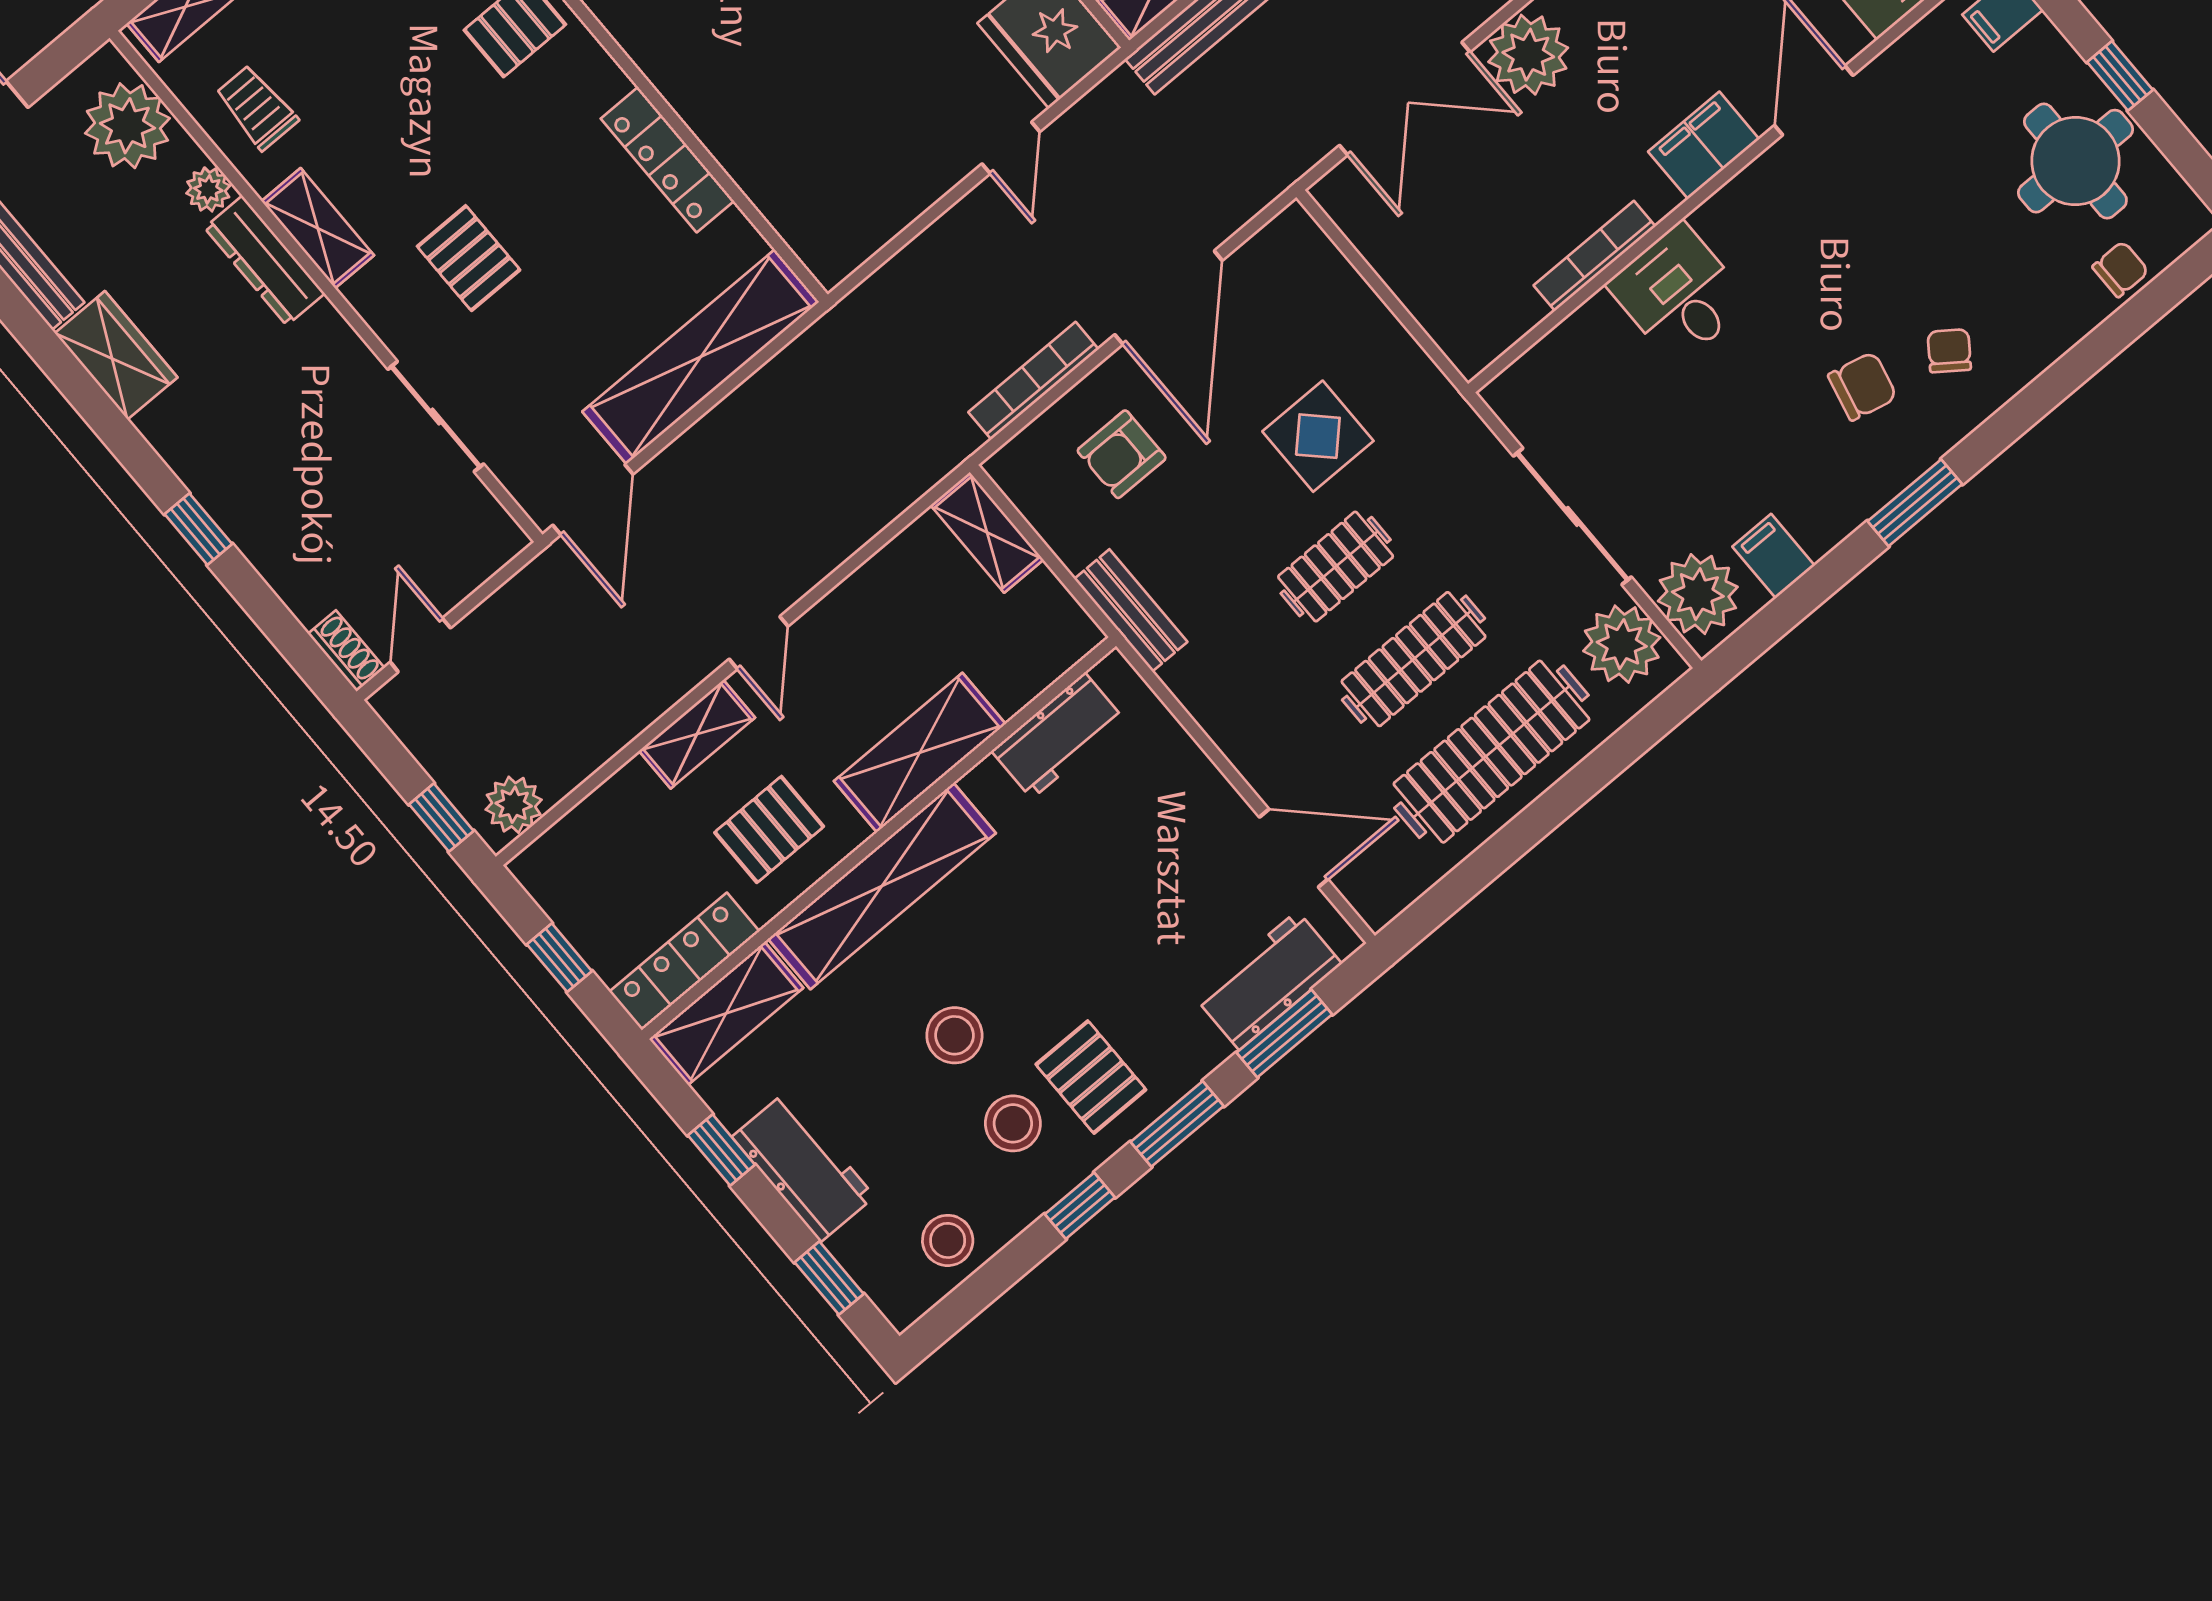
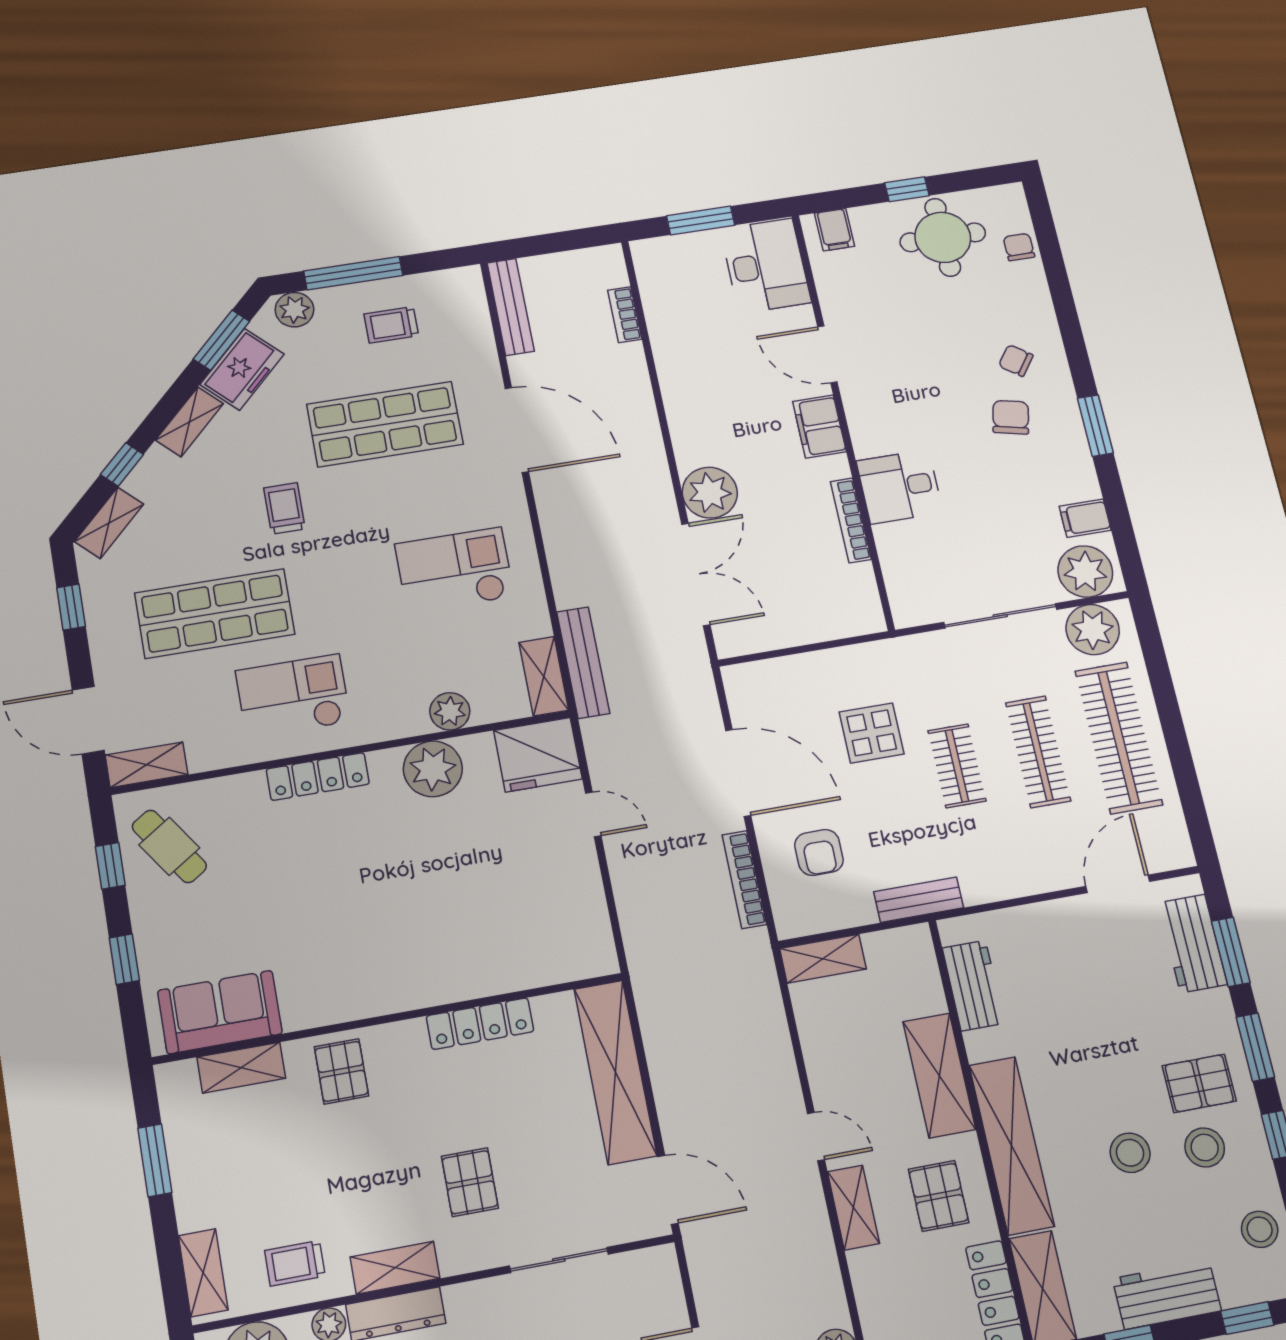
pallet: (469, 258) -> (470, 1182), turned 90

